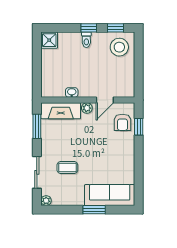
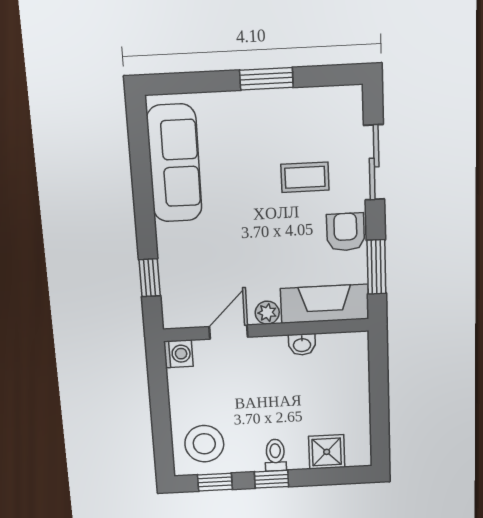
shower: (49, 40) -> (327, 452), moved
washing machine: (128, 91) -> (178, 354), added
armchair: (122, 122) -> (345, 232), moved
sofa: (110, 195) -> (174, 163), moved, turned -90
plant: (46, 201) -> (351, 97), removed
window: (94, 210) -> (266, 79), moved

